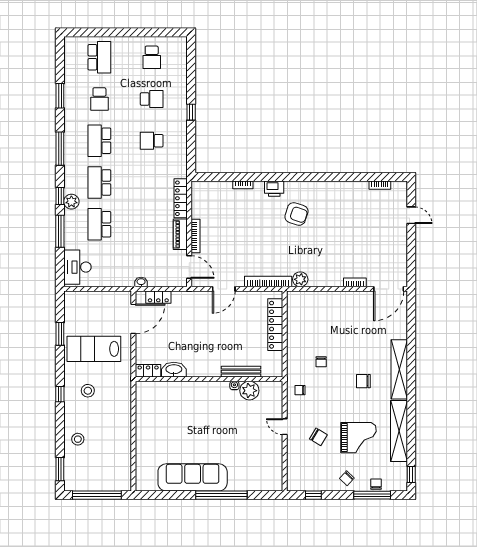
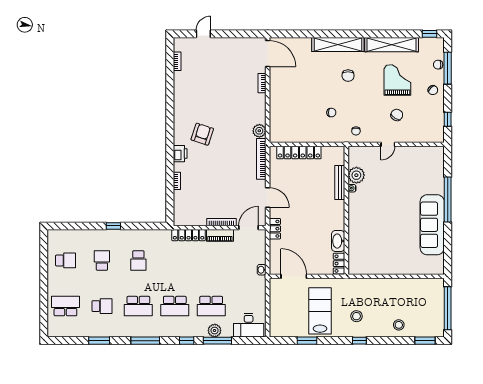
plant: (71, 202) -> (215, 330), moved
locker: (158, 297) -> (275, 229), moved
lab bench: (94, 349) -> (320, 311), turned 180

